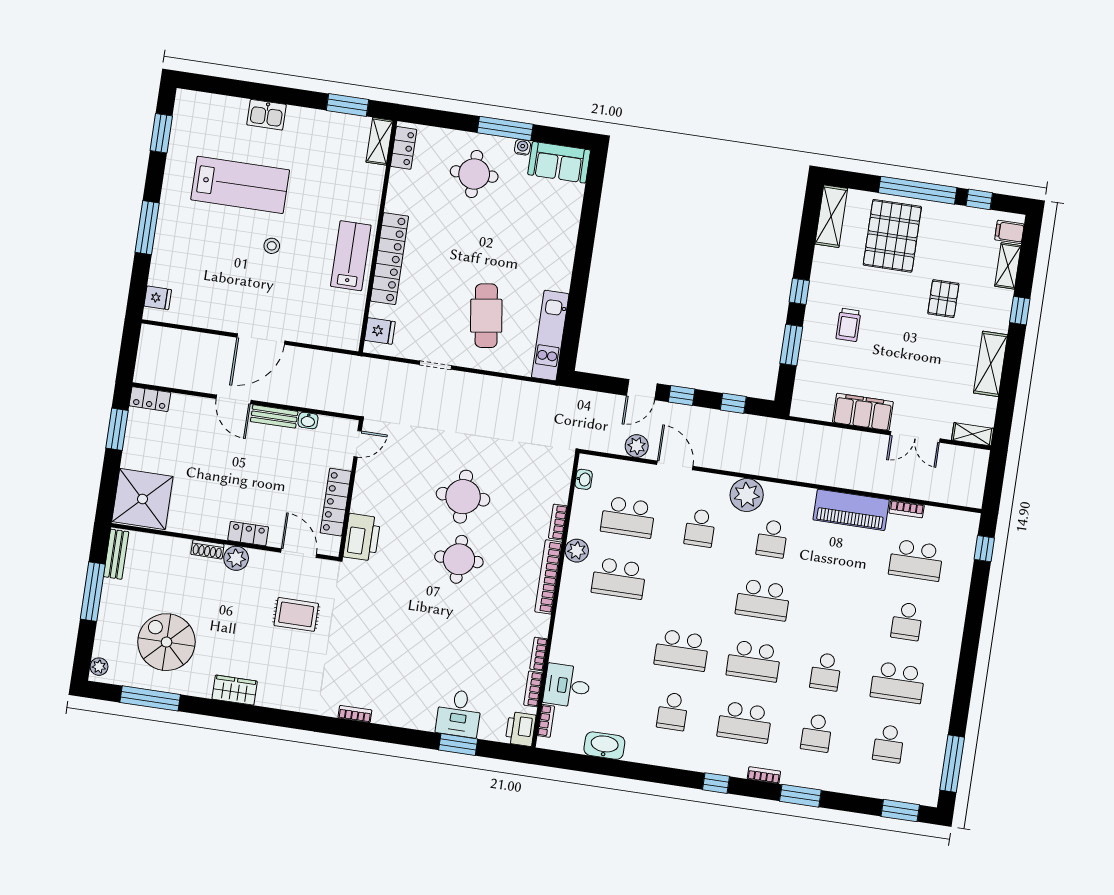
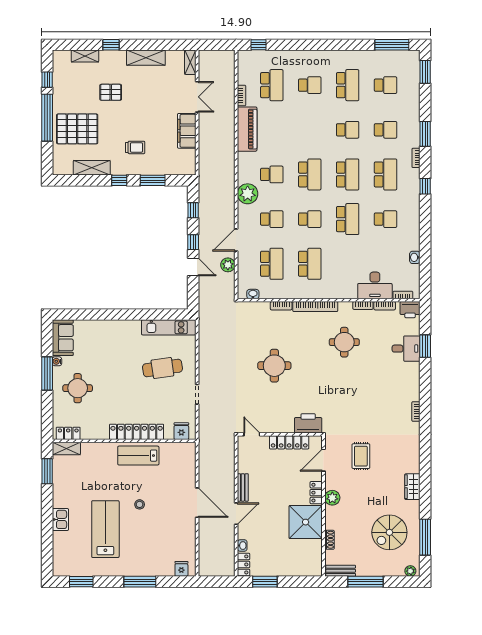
shelving: (831, 216) -> (92, 168), moved
filing cabinet: (1009, 232) -> (64, 58), removed
washbasin: (308, 421) -> (242, 546), moved
shower: (142, 499) -> (306, 522), moved
shoe rack: (207, 549) -> (329, 540), moved
plant: (577, 551) -> (297, 292), removed
round table: (459, 559) -> (344, 342), moved
school desk: (691, 589) -> (310, 219), added
desk: (567, 686) -> (375, 285), width x1.37
washbasin: (604, 746) -> (415, 257), width x0.52, depth x0.69

